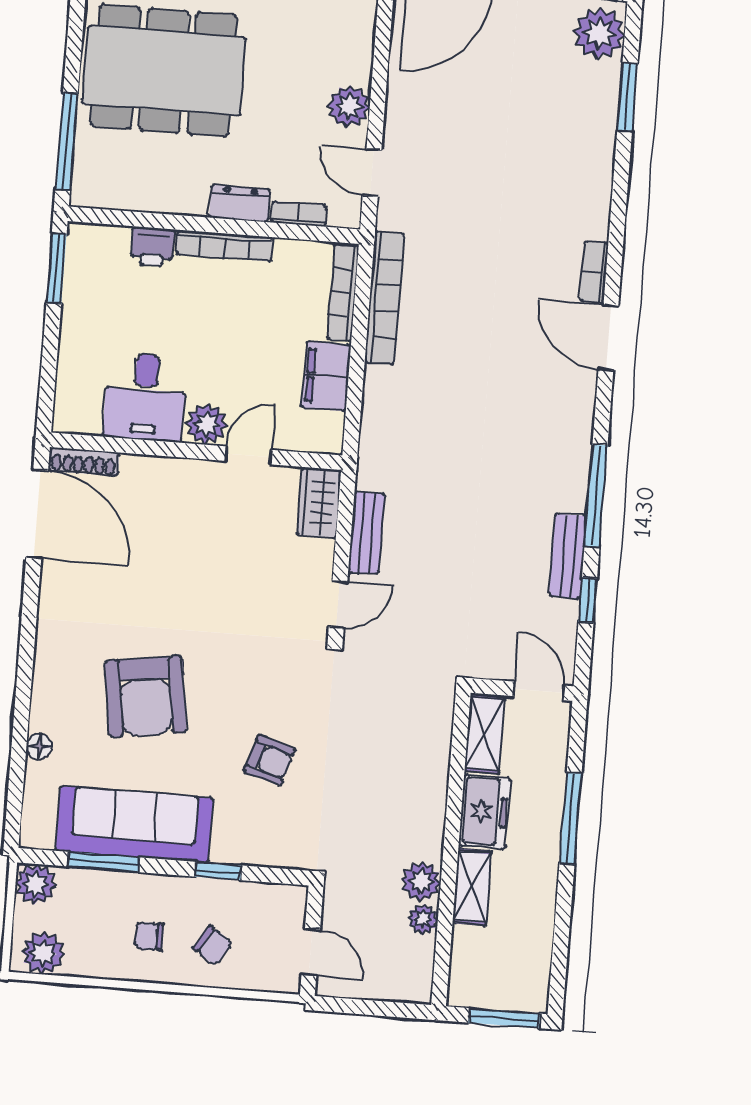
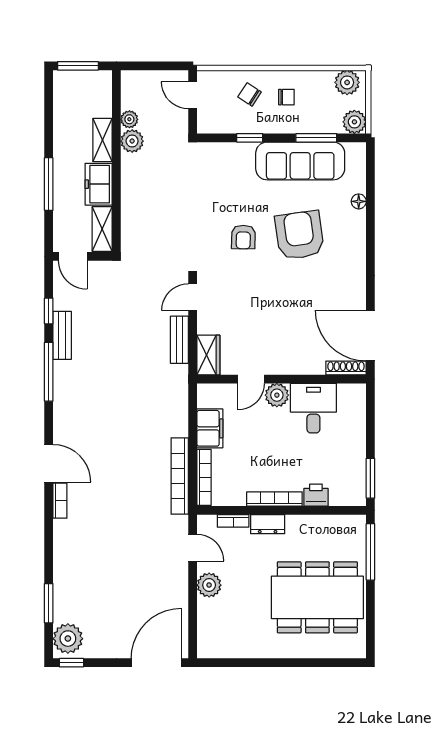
armchair: (270, 760) -> (243, 237), moved, turned -107

